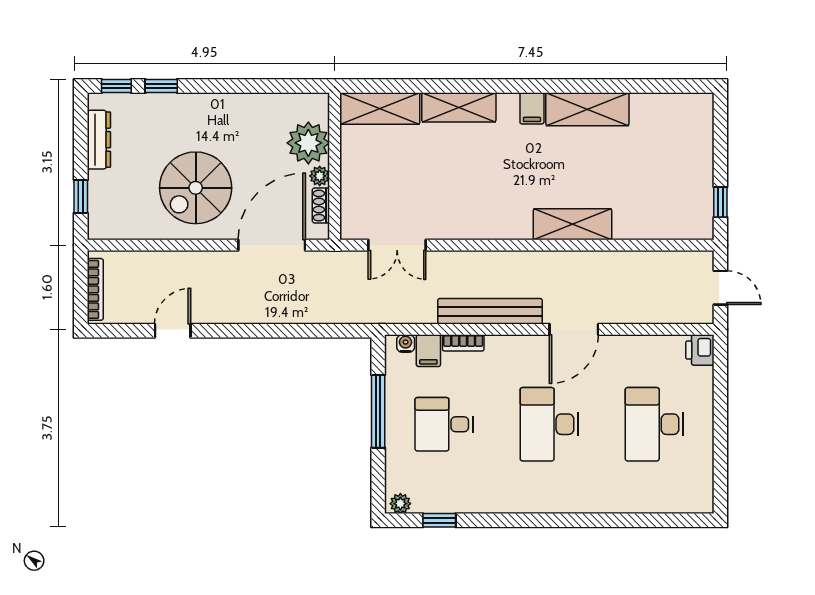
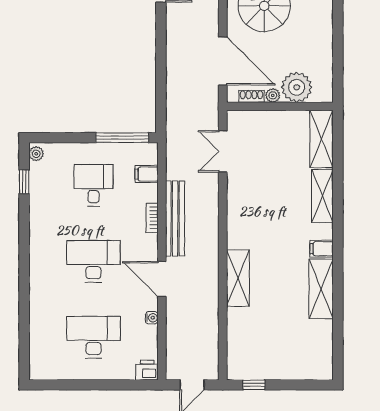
bookcase: (463, 343) -> (152, 218), moved
water cooler: (406, 344) -> (152, 318), moved
window: (378, 411) -> (122, 138), moved

